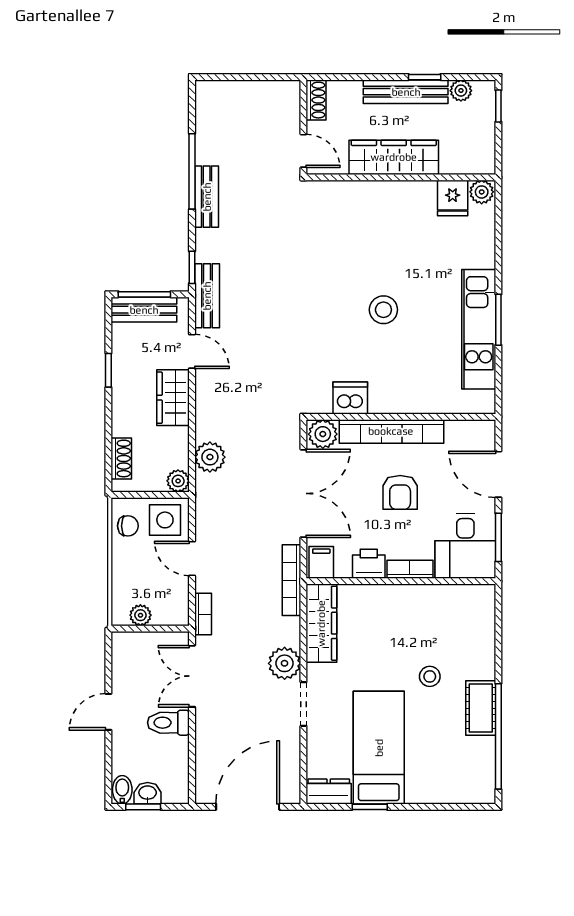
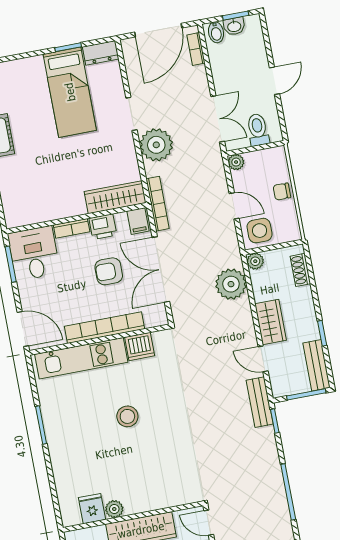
plant: (482, 192) -> (114, 509), moved
bench: (207, 197) -> (274, 475), removed
bench: (144, 310) -> (317, 365), moved, turned 90
kitchen unit: (479, 329) -> (81, 358), moved, turned 90
plant: (323, 434) -> (155, 316), removed
plant: (210, 457) -> (231, 284), width x1.36, depth x1.36
door: (498, 474) -> (23, 329), moved
armchair: (400, 492) -> (109, 271), moved, turned -90
chair: (128, 526) -> (282, 192), moved
bookcase: (203, 614) -> (196, 49), moved
plant: (140, 615) -> (236, 162), moved
wardrobe: (321, 623) -> (115, 197), moved, turned 90
plant: (285, 663) -> (156, 145), width x1.36, depth x1.36
stool: (430, 676) -> (42, 152), removed
toilet: (168, 723) -> (258, 130), moved, turned -90
bidet: (122, 790) -> (216, 32), moved

